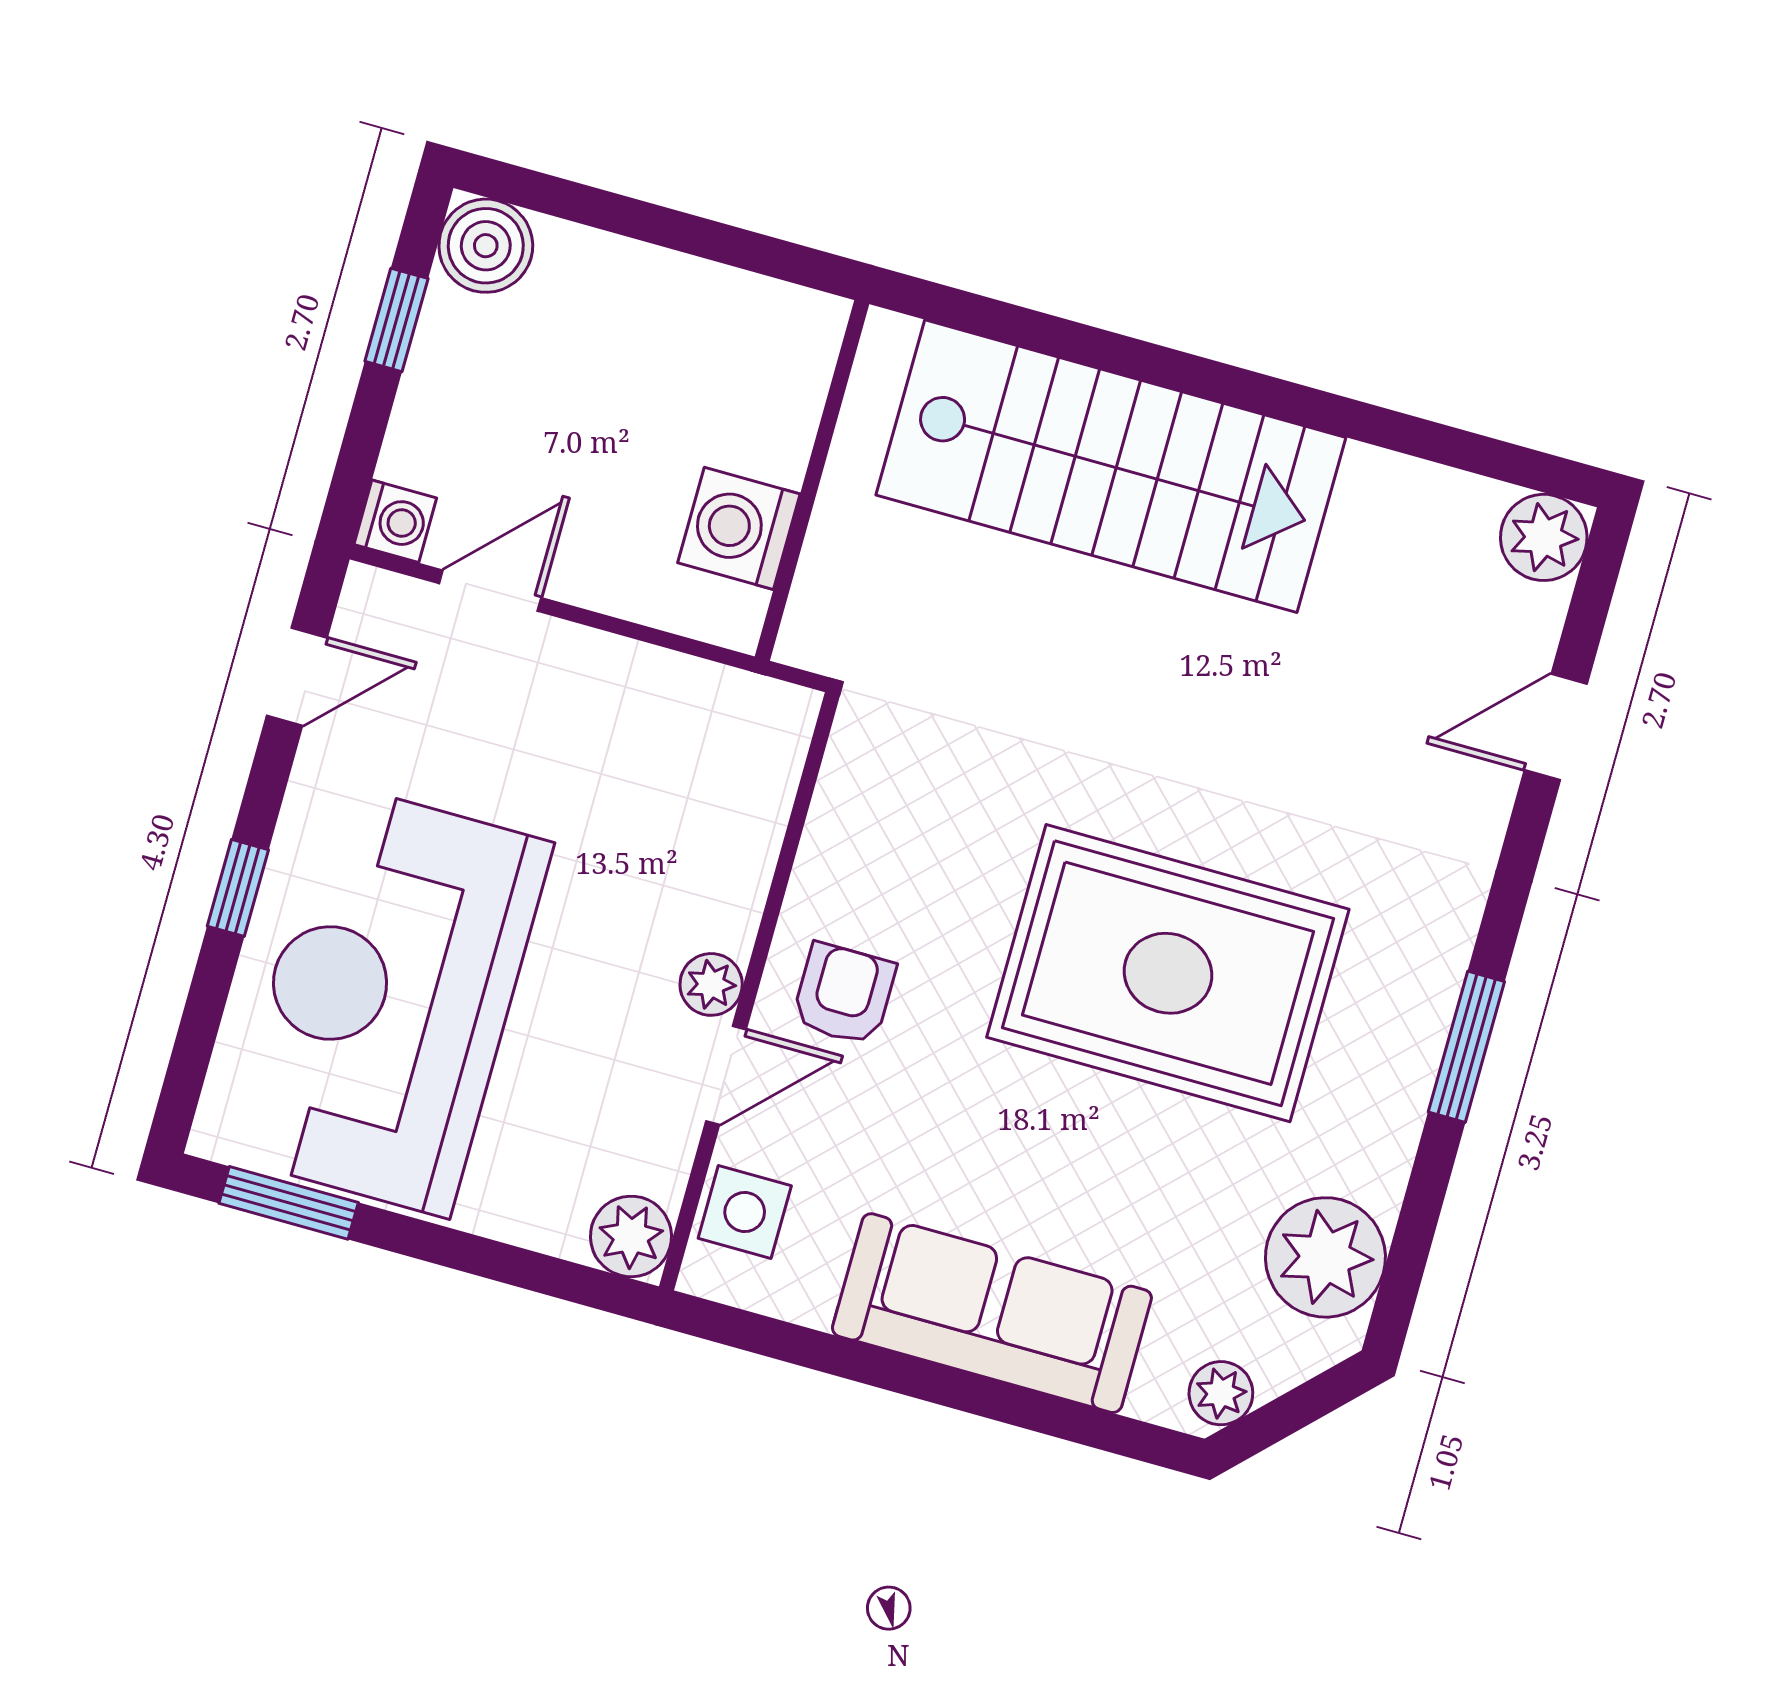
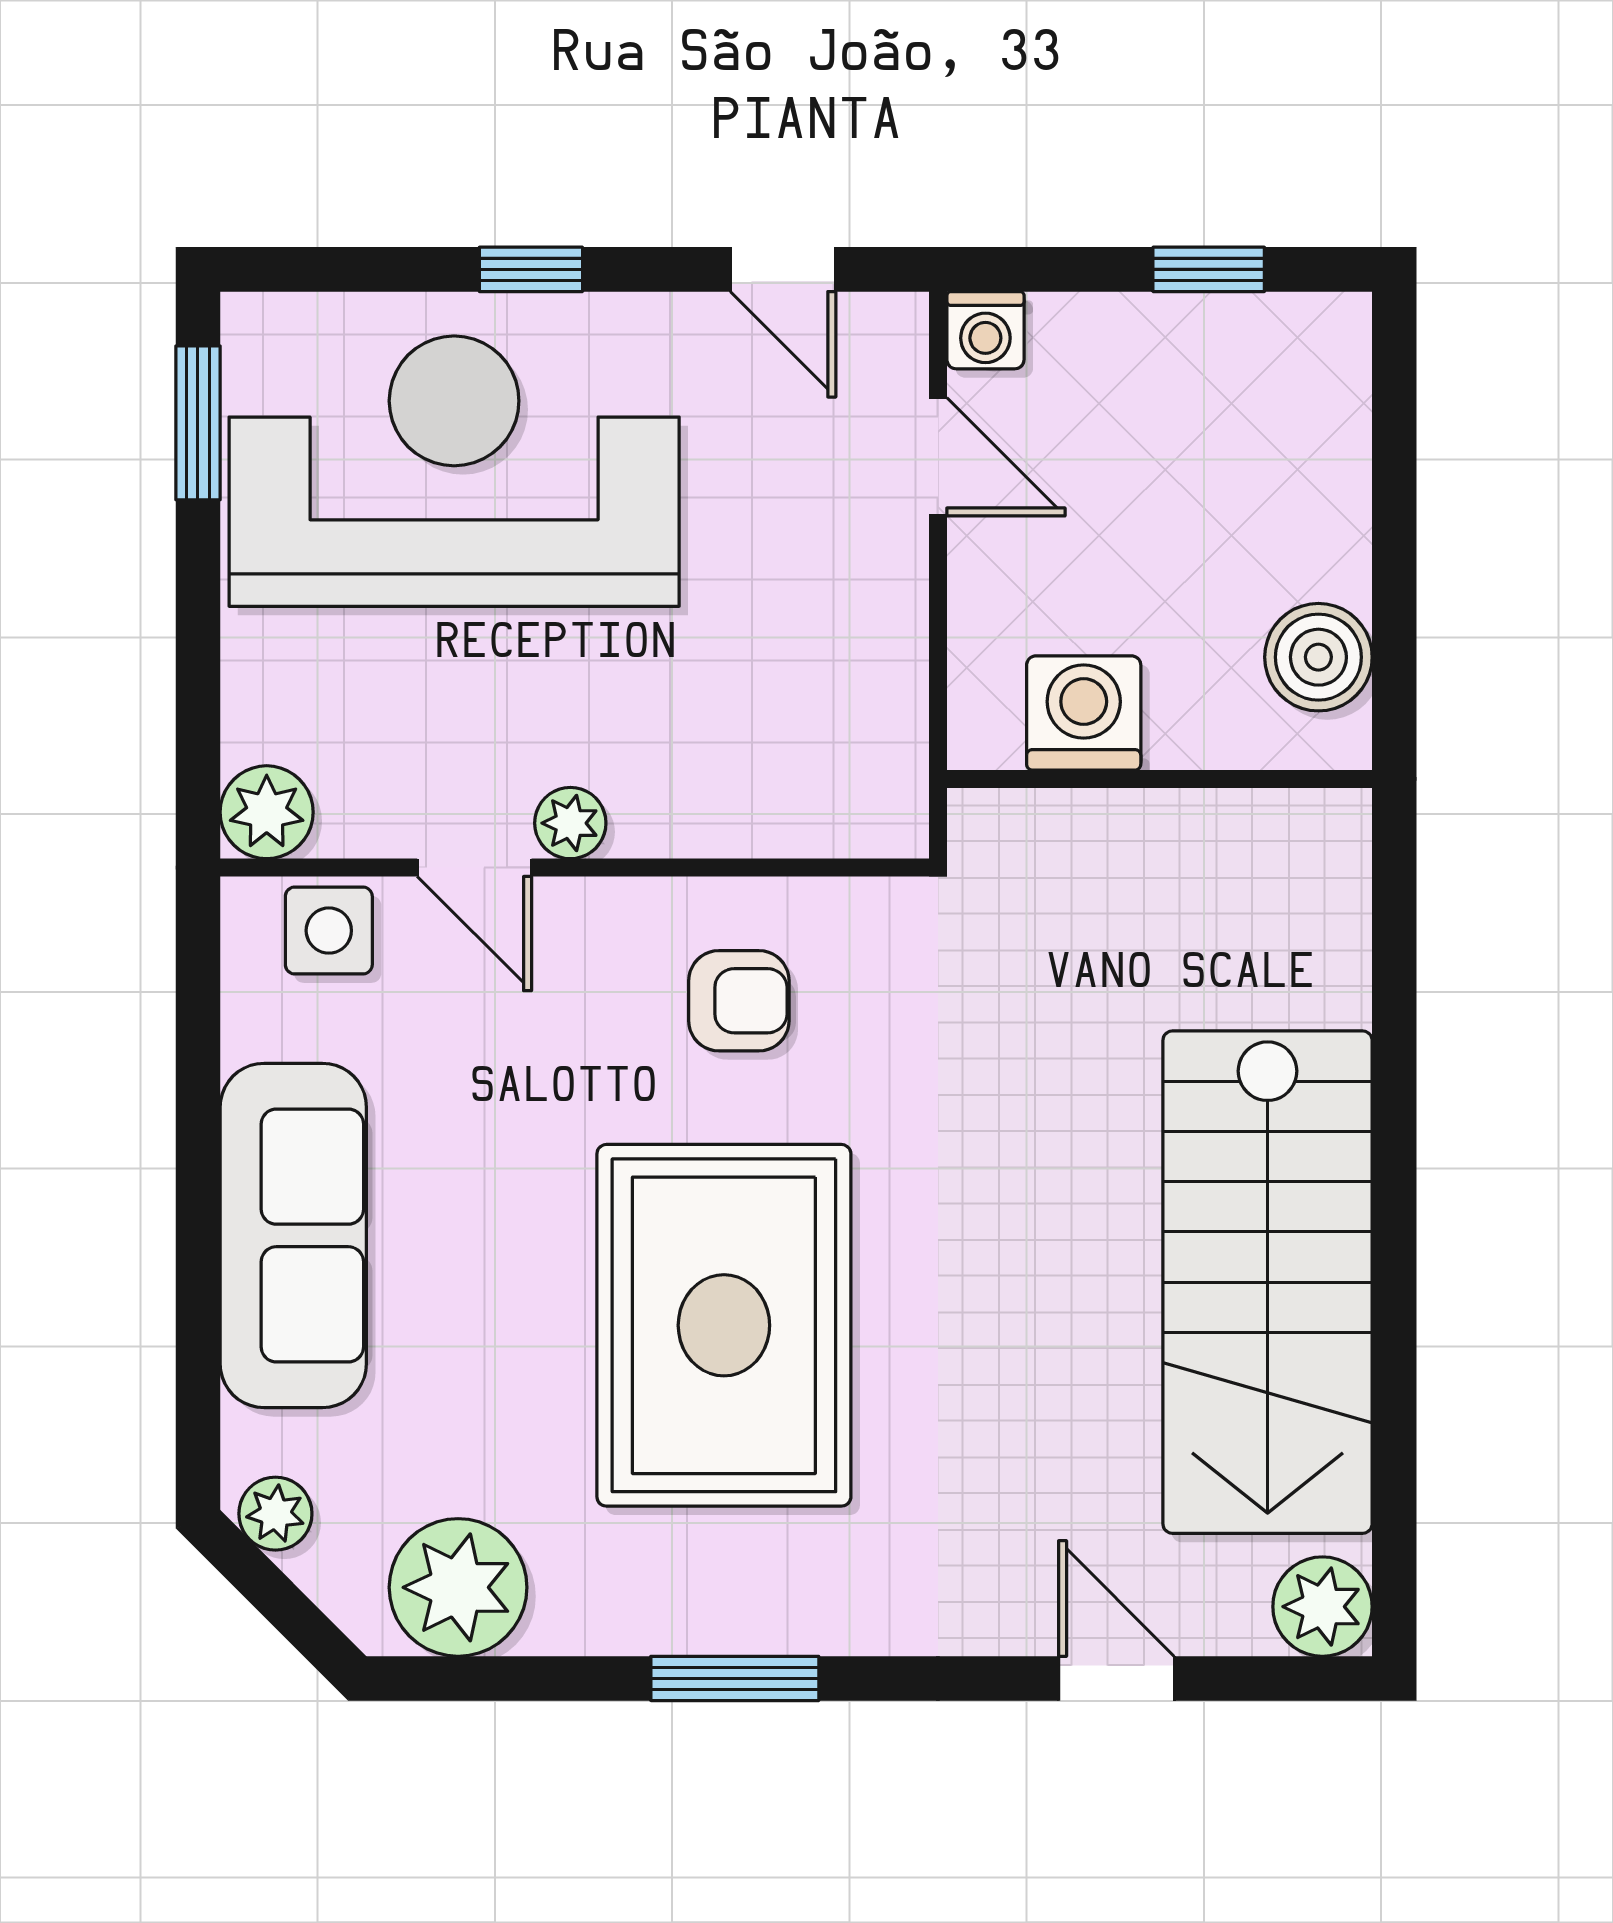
boiler: (486, 246) -> (1318, 657), moved
stairs: (1111, 466) -> (1268, 1282), moved
armchair: (844, 994) -> (739, 1001), moved

